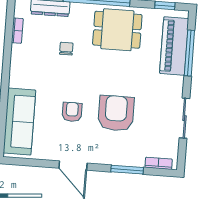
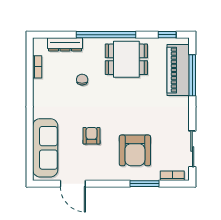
armchair: (116, 113) -> (135, 150), moved, turned 180
sliding door: (184, 118) -> (192, 149), moved
door: (73, 166) -> (73, 184), moved

